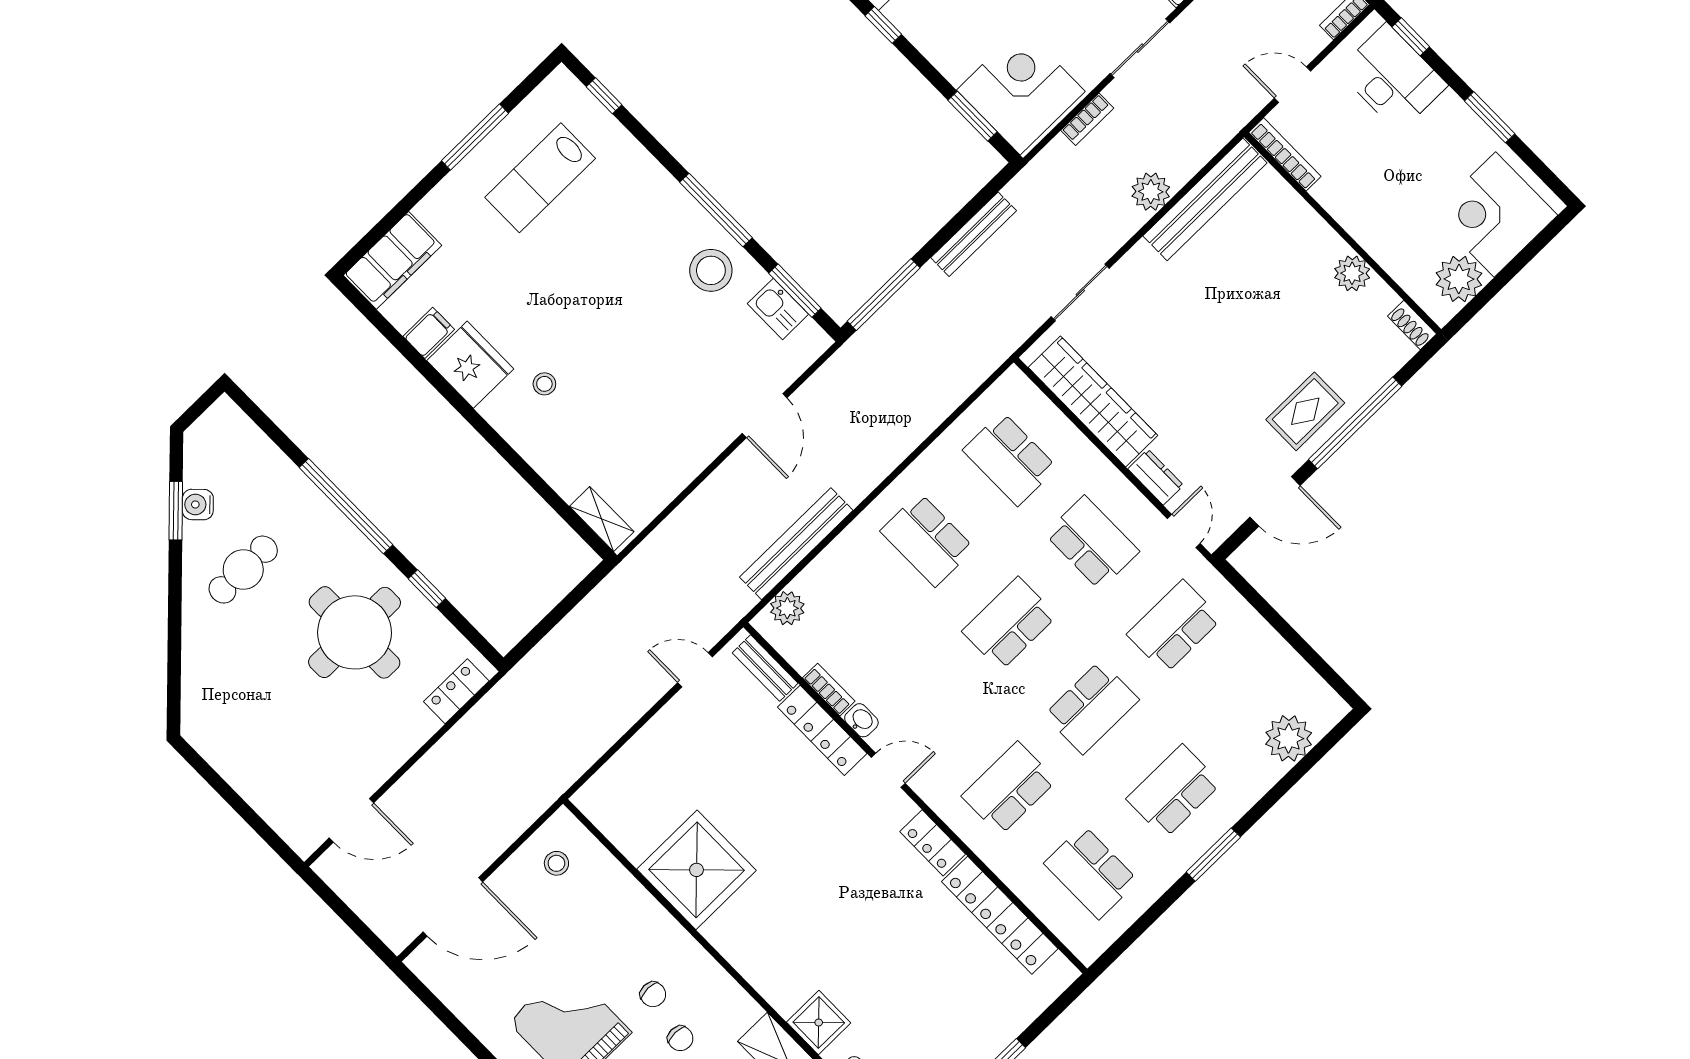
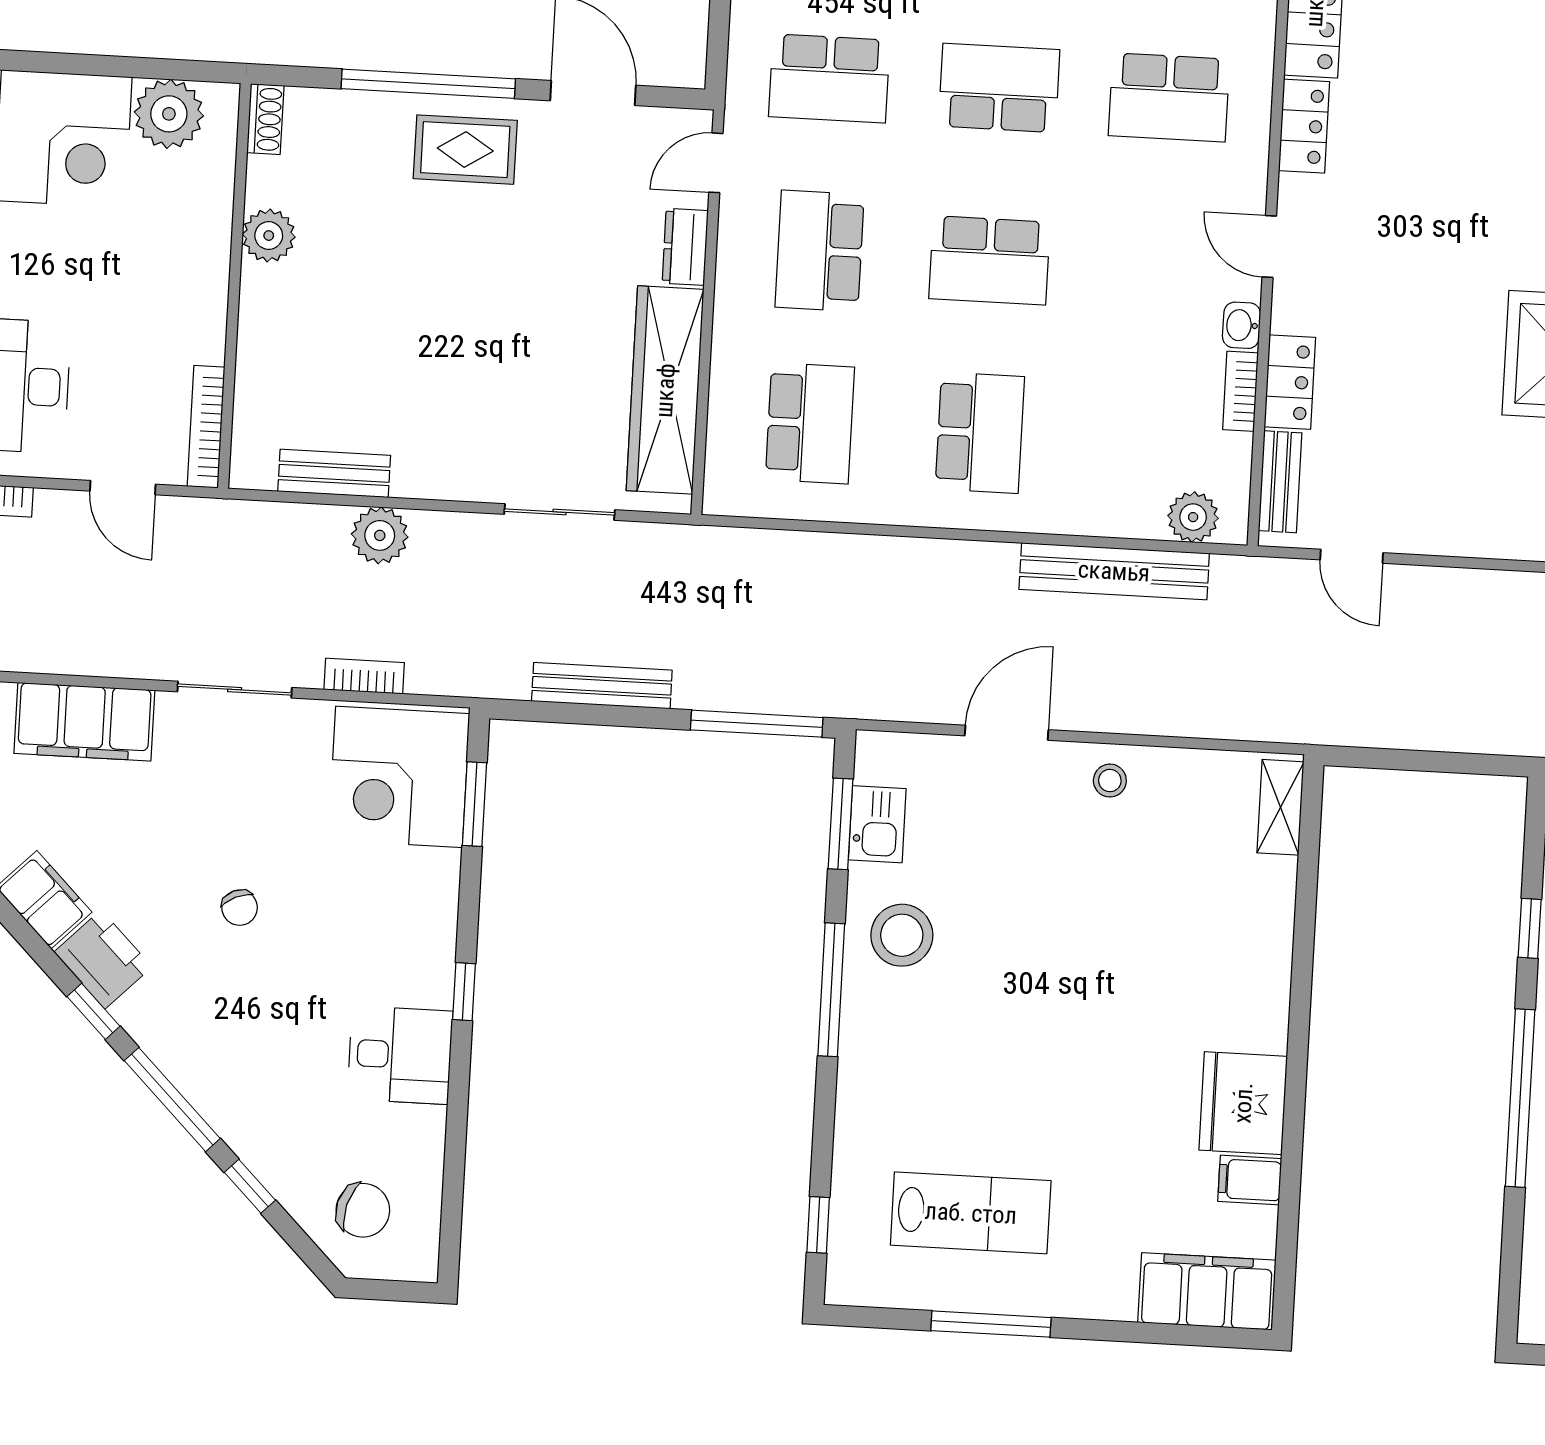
bench: (1205, 199) -> (334, 473), width x0.54, depth x0.82
stool: (544, 384) -> (1110, 781), moved
locker: (822, 730) -> (1290, 382), width x0.66

